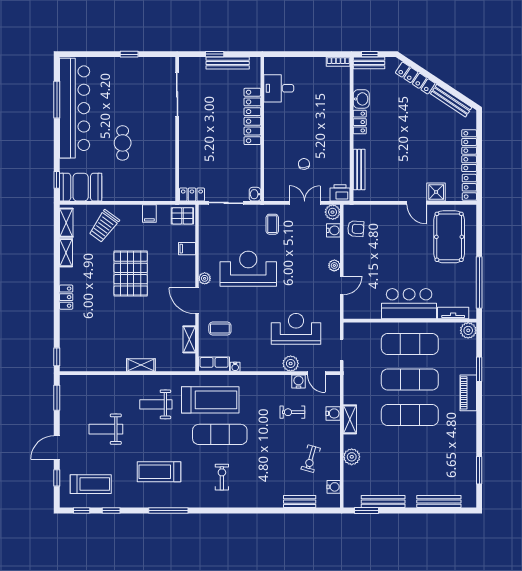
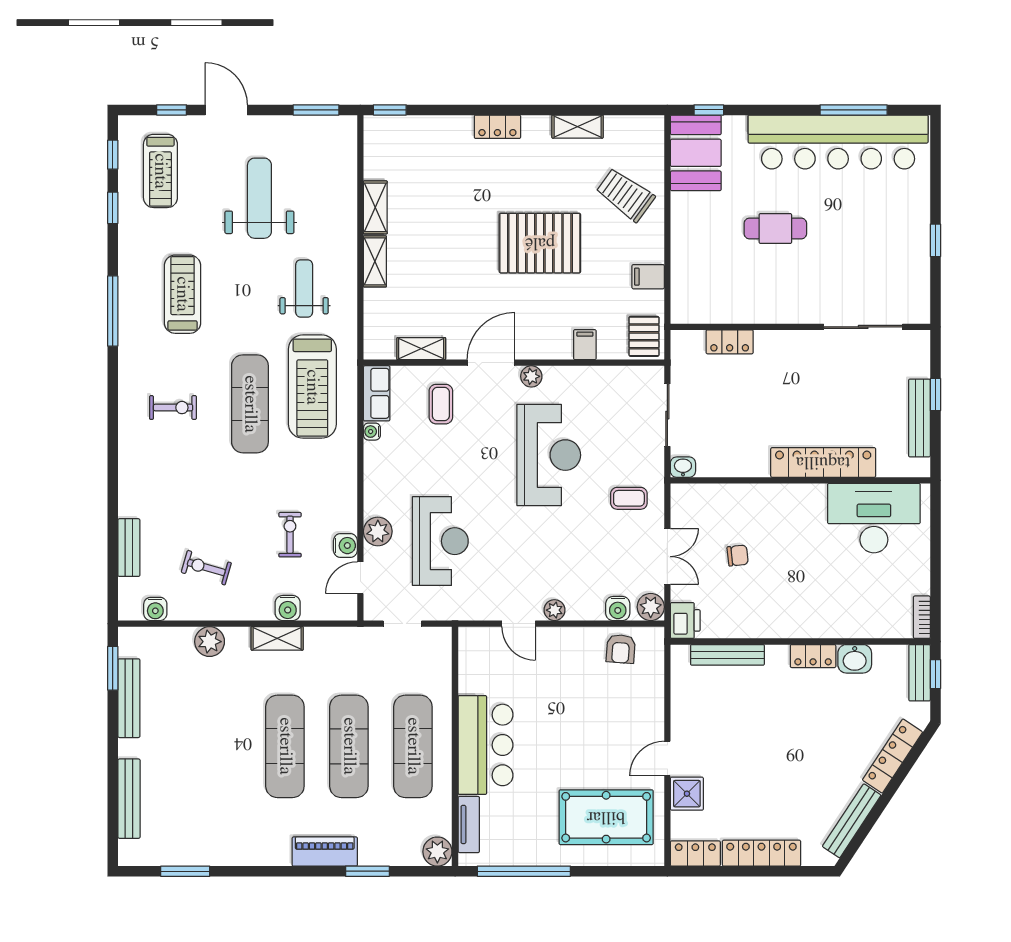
desk: (279, 88) -> (874, 518), width x1.87, depth x1.30
locker: (192, 195) -> (730, 342), moved, turned 90
shelving: (66, 223) -> (375, 207), moved, turned 90
weight bench: (106, 429) -> (259, 198), width x1.36, depth x1.33

